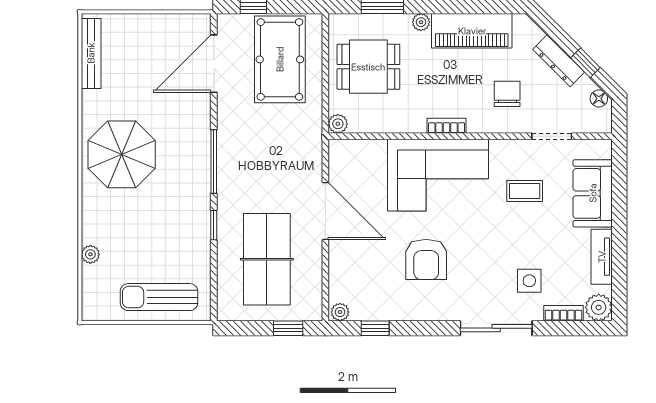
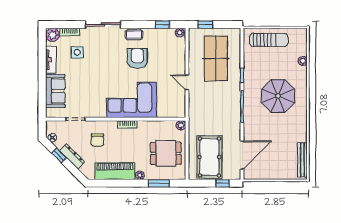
parasol: (122, 154) -> (278, 96), moved
coffee table: (525, 191) -> (134, 35), moved
door: (325, 211) -> (187, 82), width x0.53
side table: (529, 281) -> (77, 52), moved

